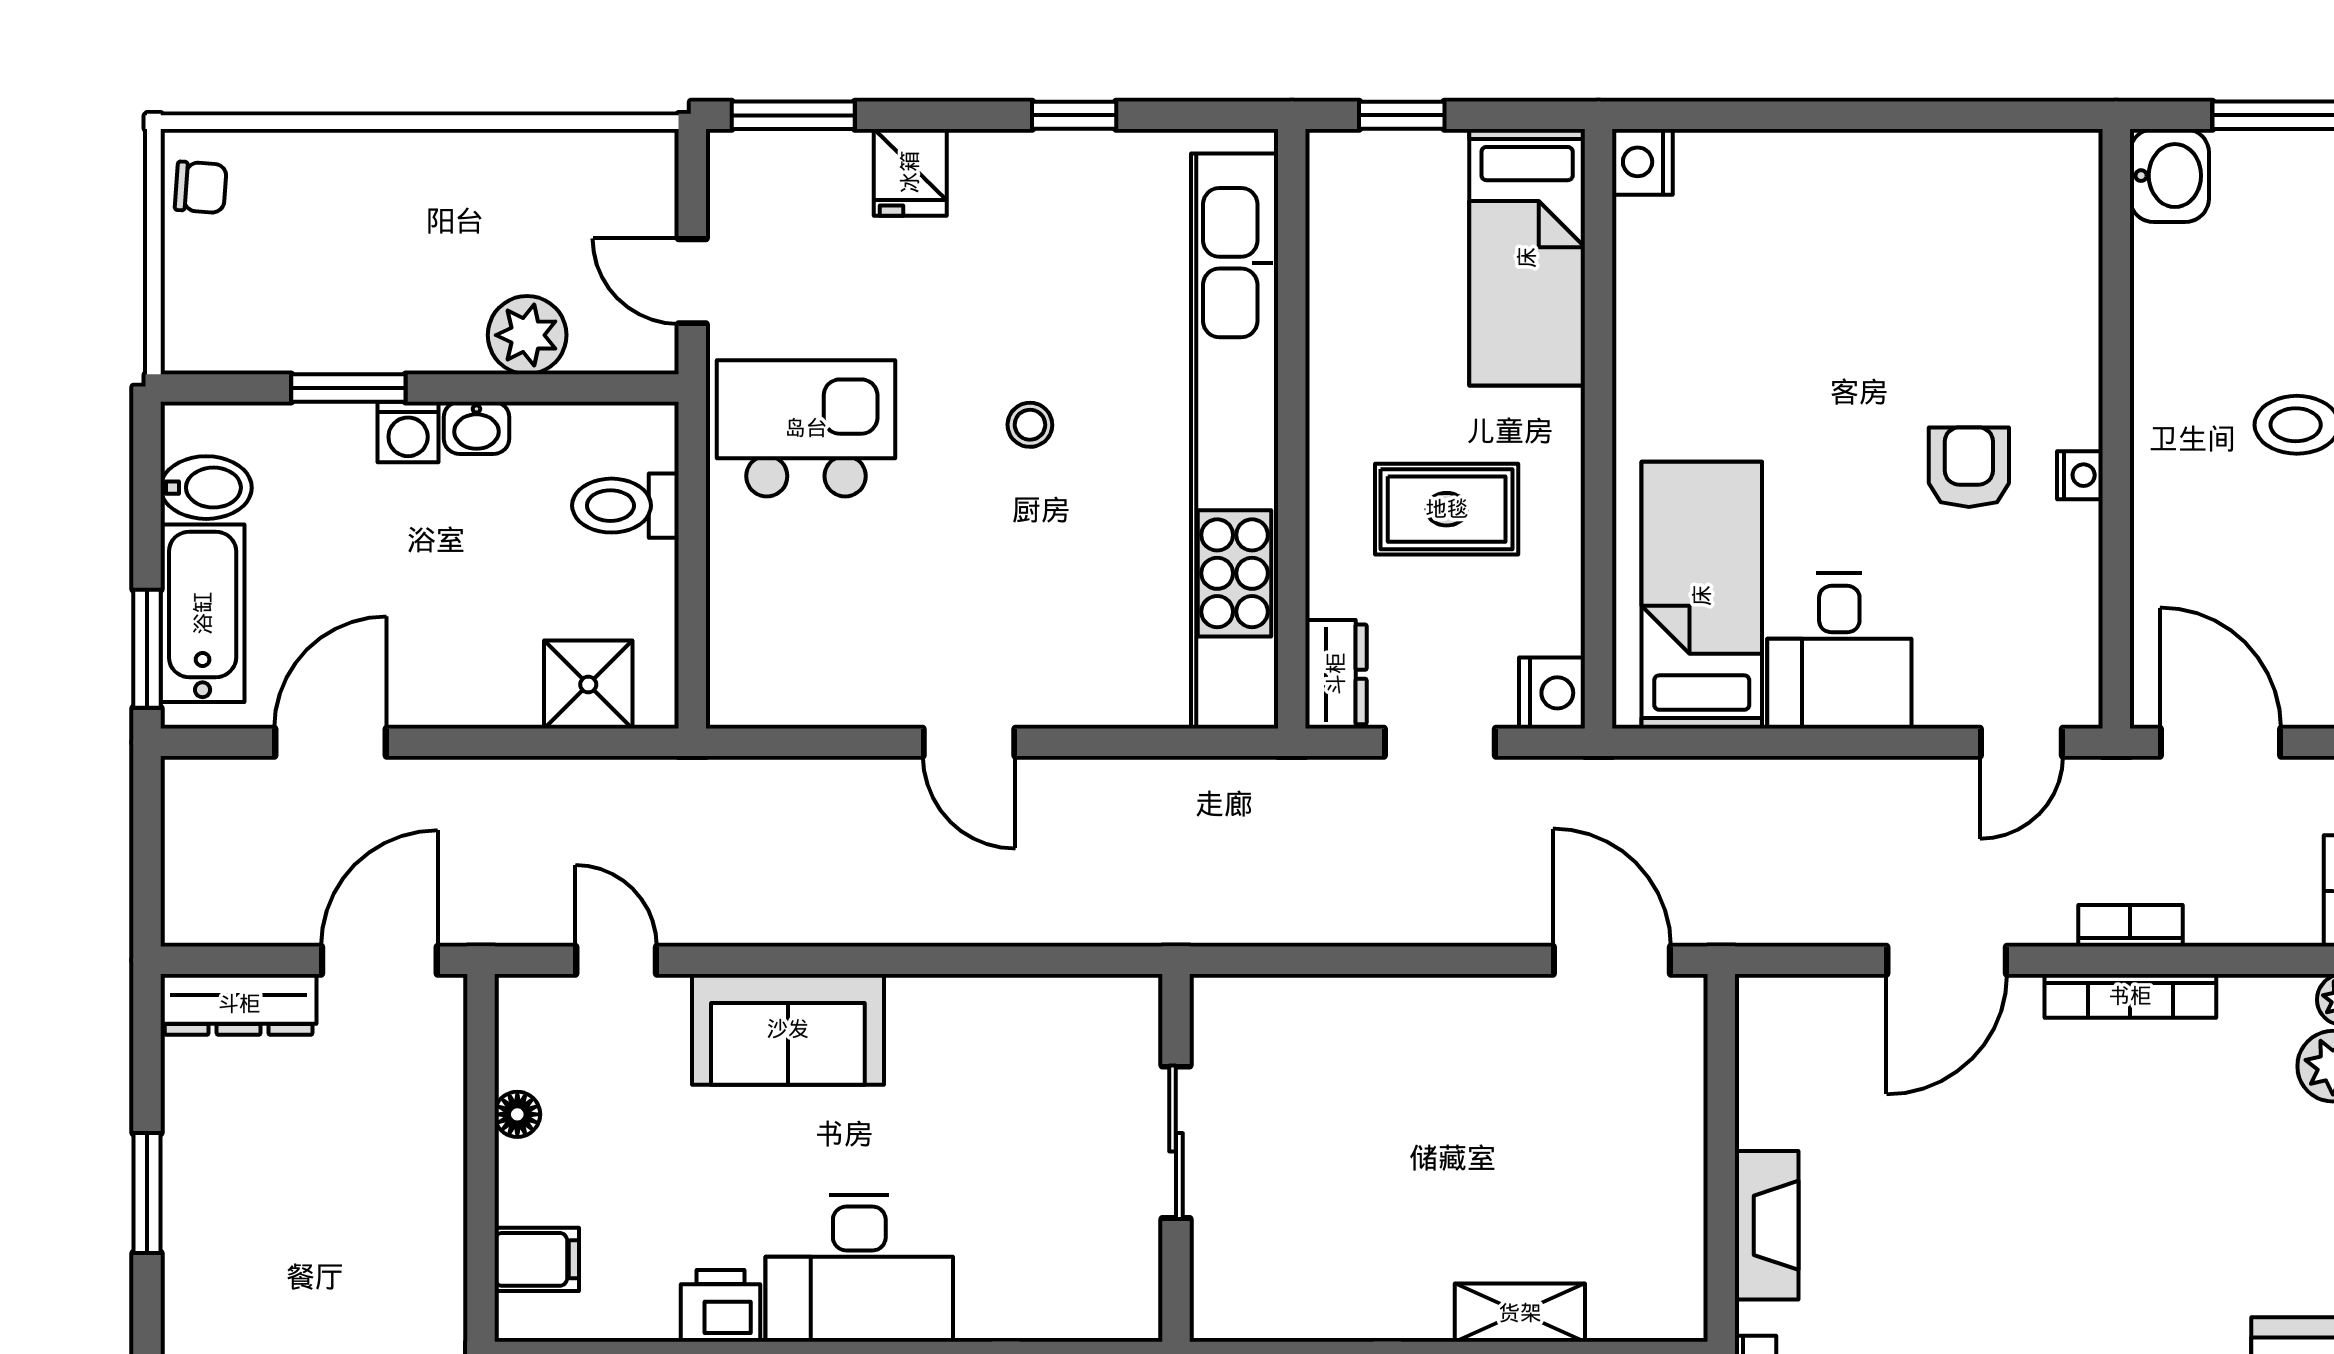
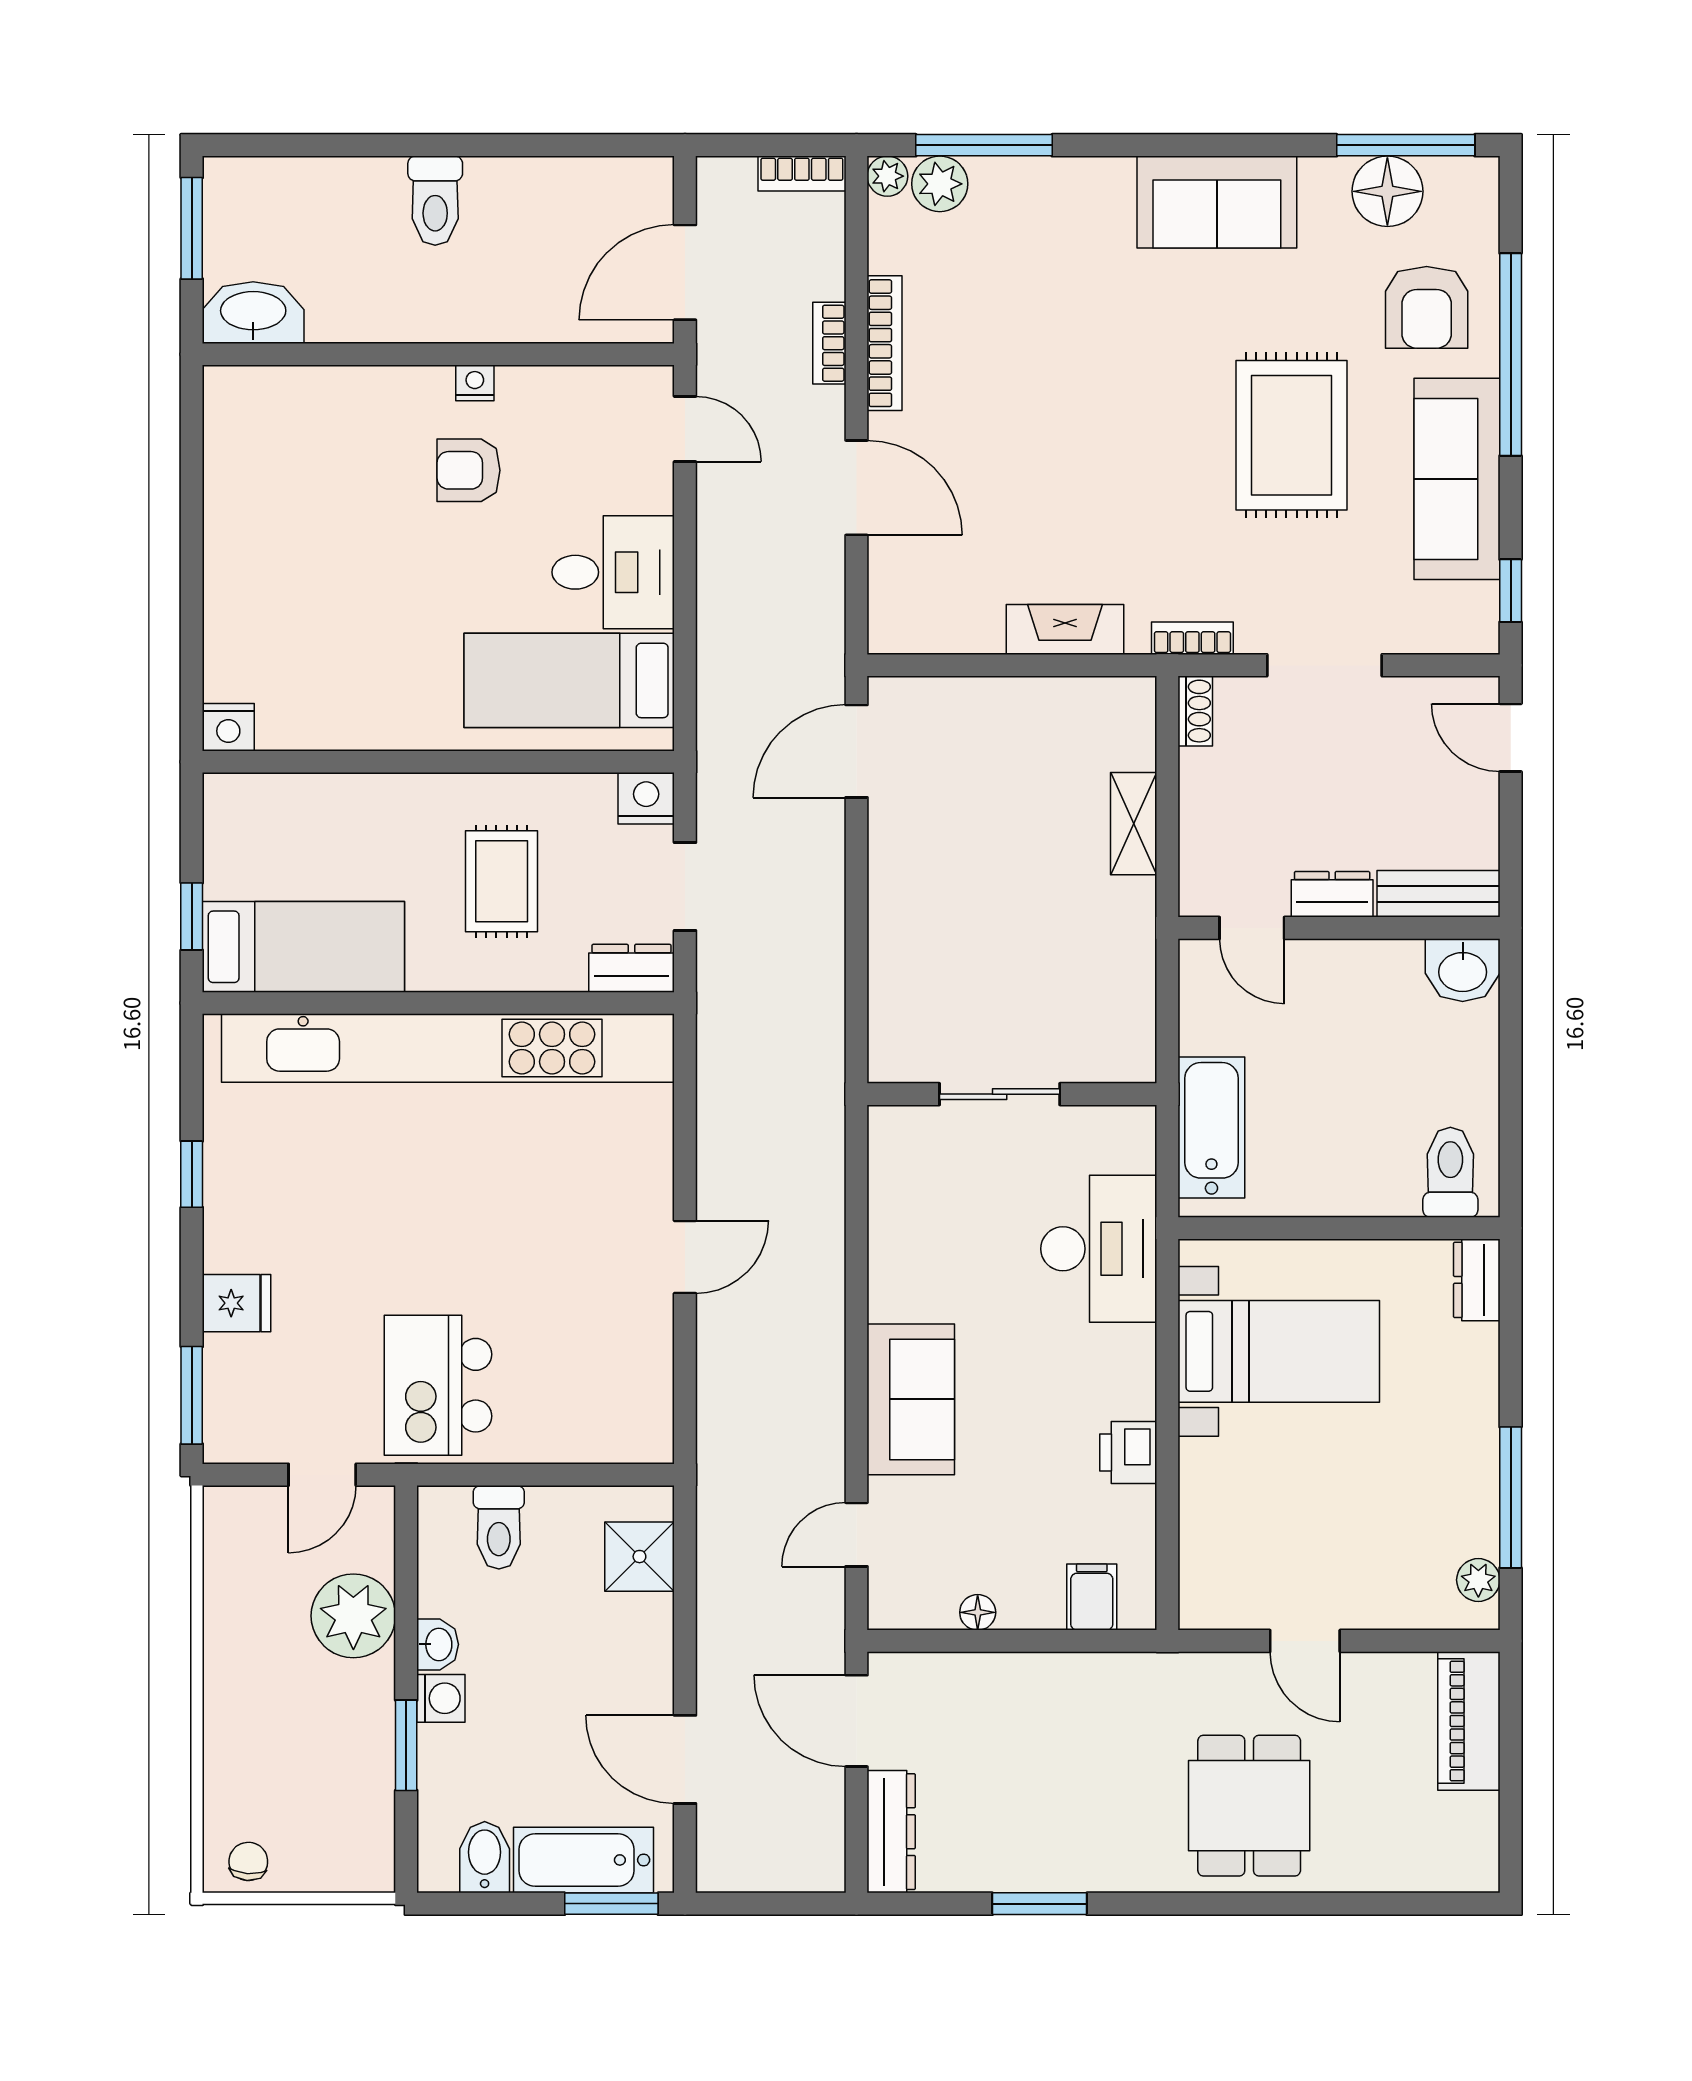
washbasin: (2169, 176) -> (253, 313), width x1.38
bed: (1527, 257) -> (303, 947), moved
plant: (527, 335) -> (353, 1616), width x1.36, depth x1.36
stool: (1030, 425) -> (435, 1209), removed
desk: (859, 1268) -> (1099, 1249), moved

